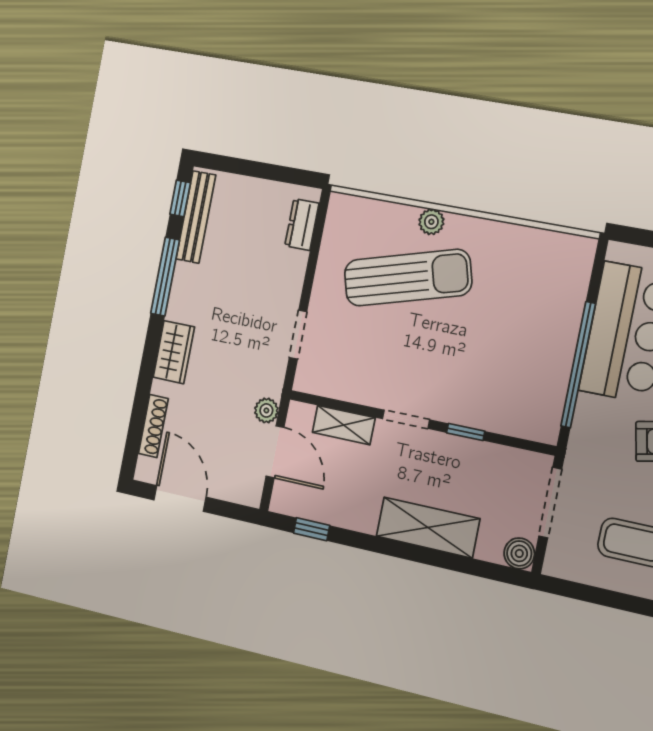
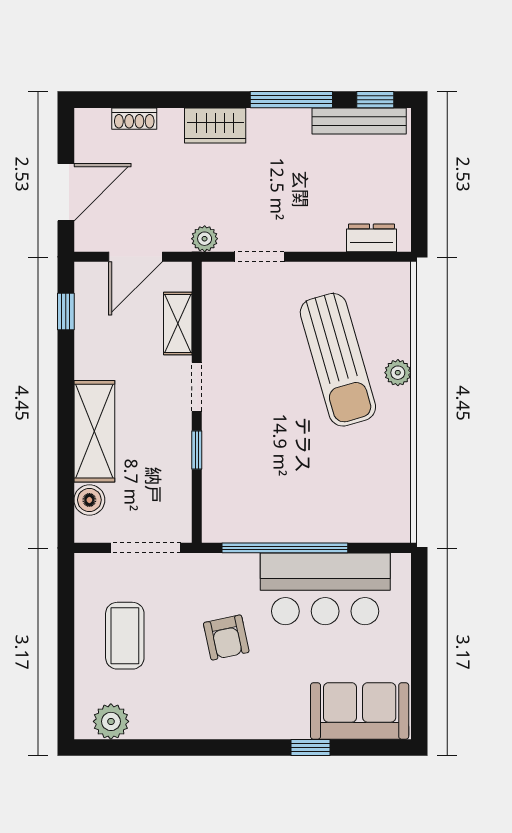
plant: (266, 410) -> (205, 239), moved
shoe rack: (153, 426) -> (134, 119), width x0.70
door: (180, 498) -> (66, 192), moved
boiler: (519, 553) -> (89, 500), moved

